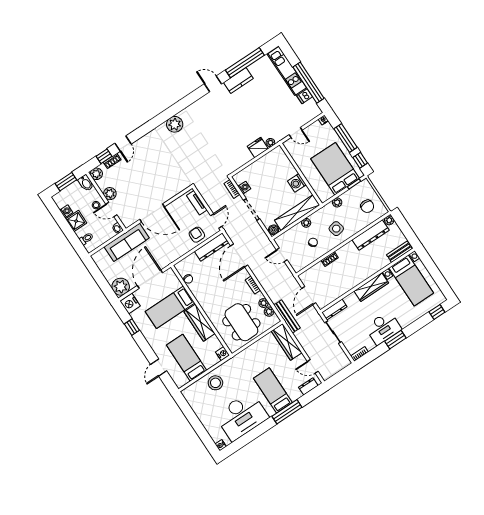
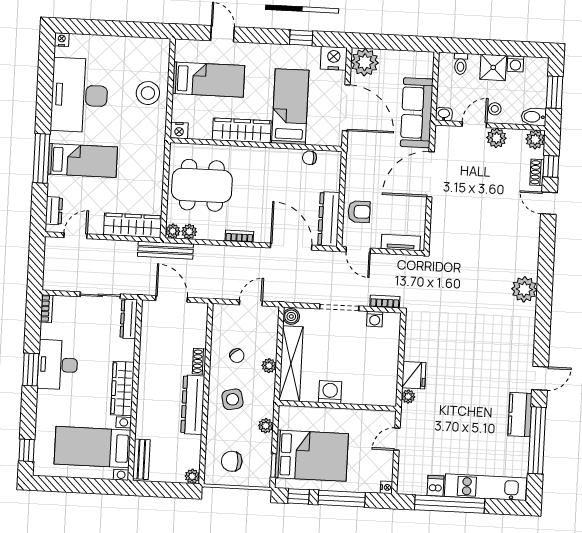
dresser: (371, 235) -> (193, 405), moved
plant: (264, 303) -> (173, 231), moved

